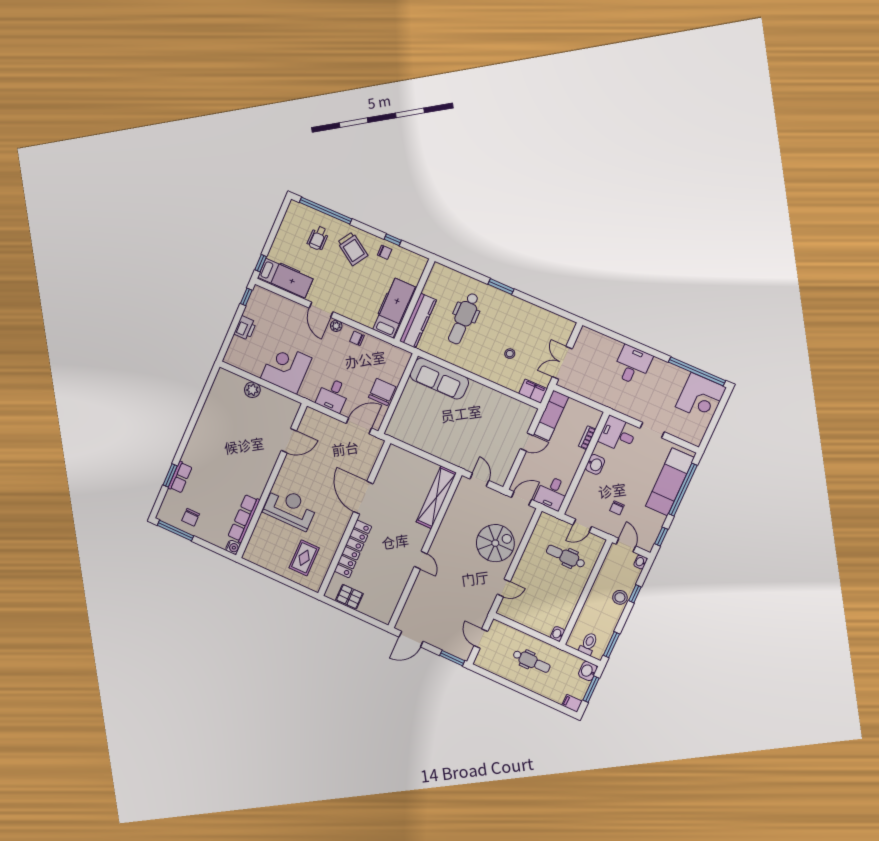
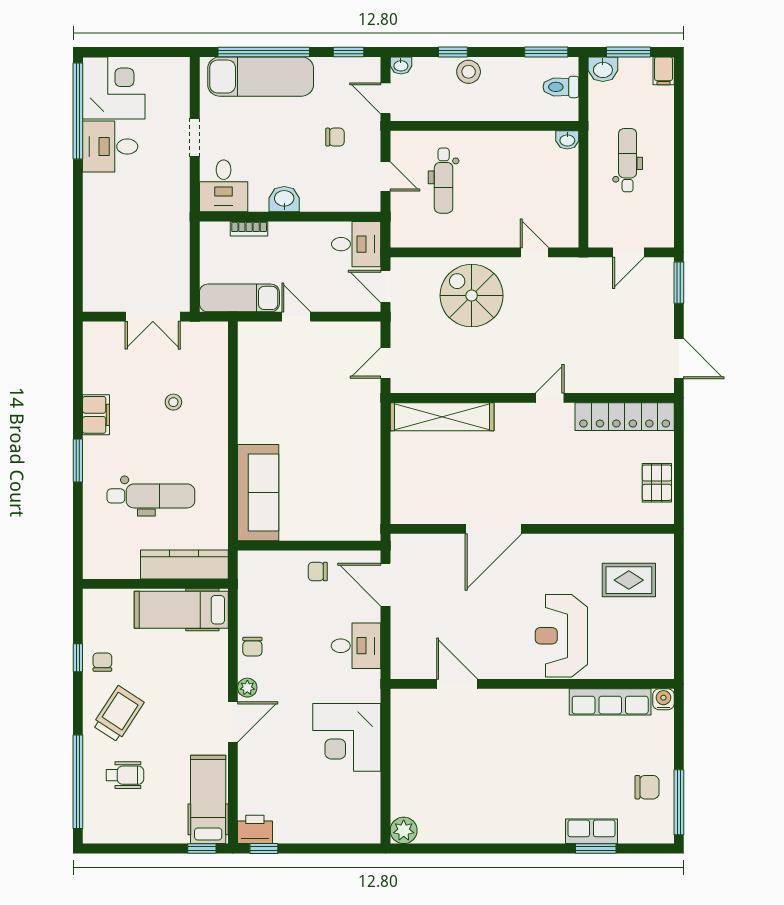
printer: (245, 328) -> (255, 829), moved
desk: (632, 365) -> (110, 147), moved
plant: (252, 390) -> (404, 830), moved
filing cabinet: (533, 391) -> (96, 415), moved, turned 180
chair: (382, 392) -> (318, 572), width x0.54, depth x0.54
door: (626, 545) -> (386, 98), hinge flipped
locker: (353, 549) -> (625, 417), moved, turned 180

